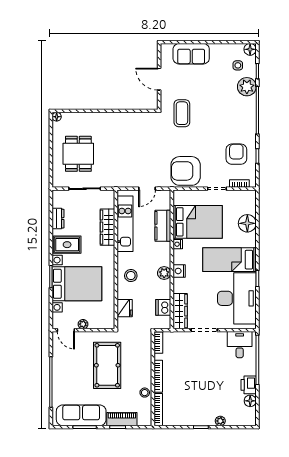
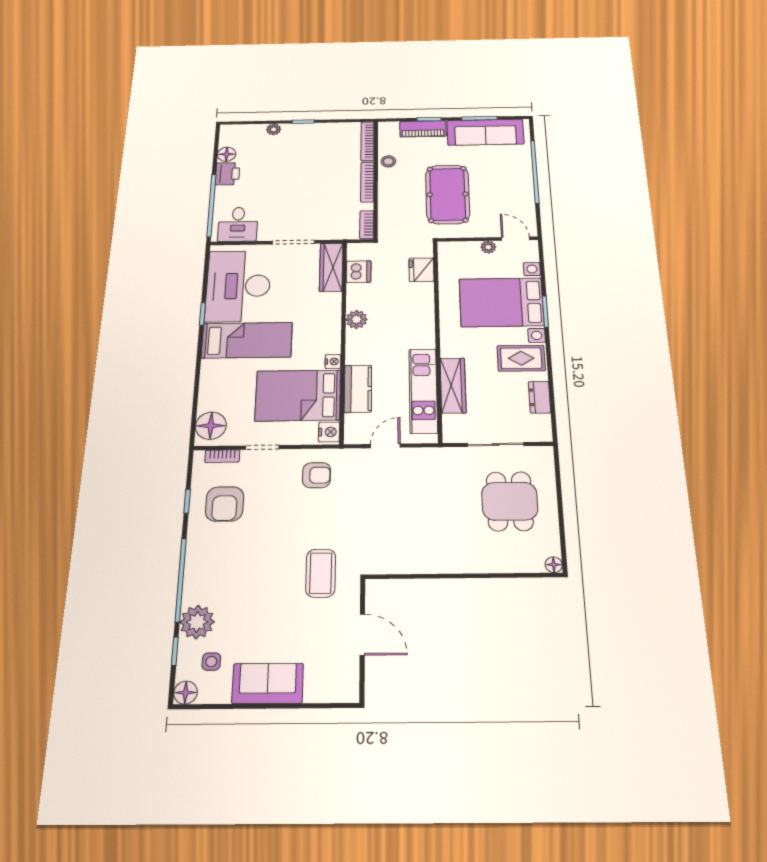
sofa: (191, 54) -> (268, 683), moved
armchair: (186, 171) -> (317, 475), width x0.53, depth x0.53
floor lamp: (247, 223) -> (211, 426), moved
nightstand: (179, 271) -> (329, 432), moved
stool: (131, 276) -> (412, 315), removed

